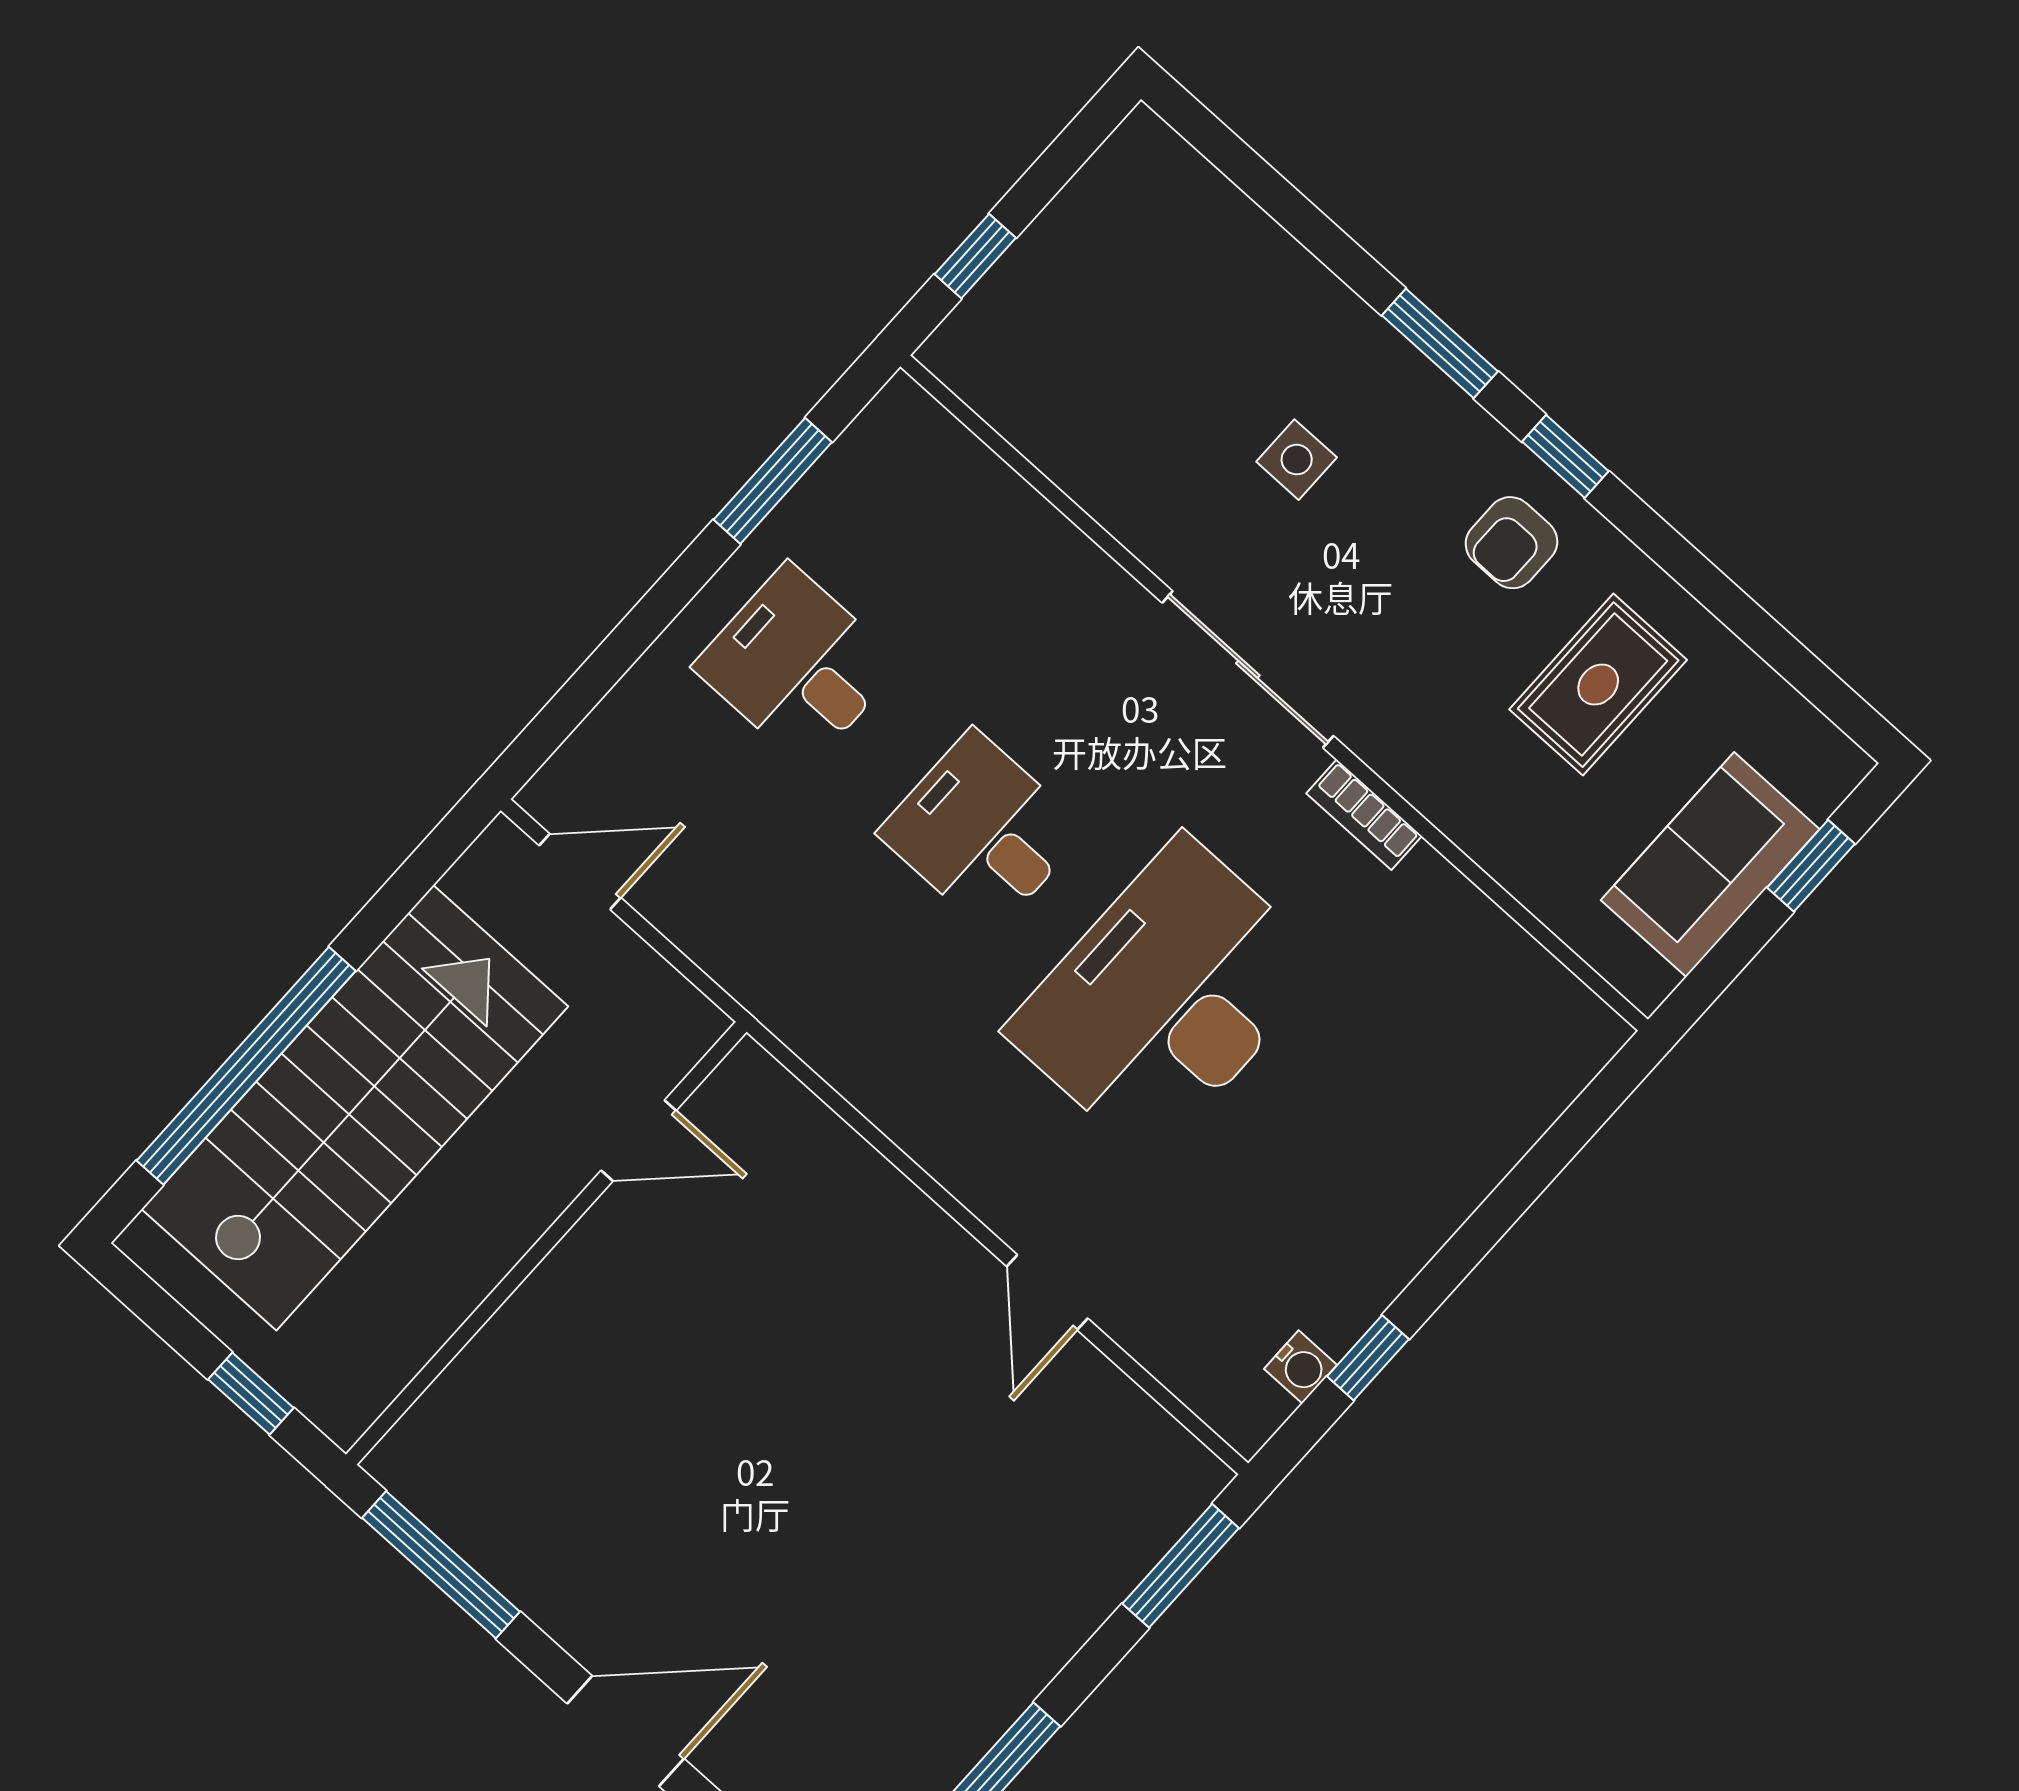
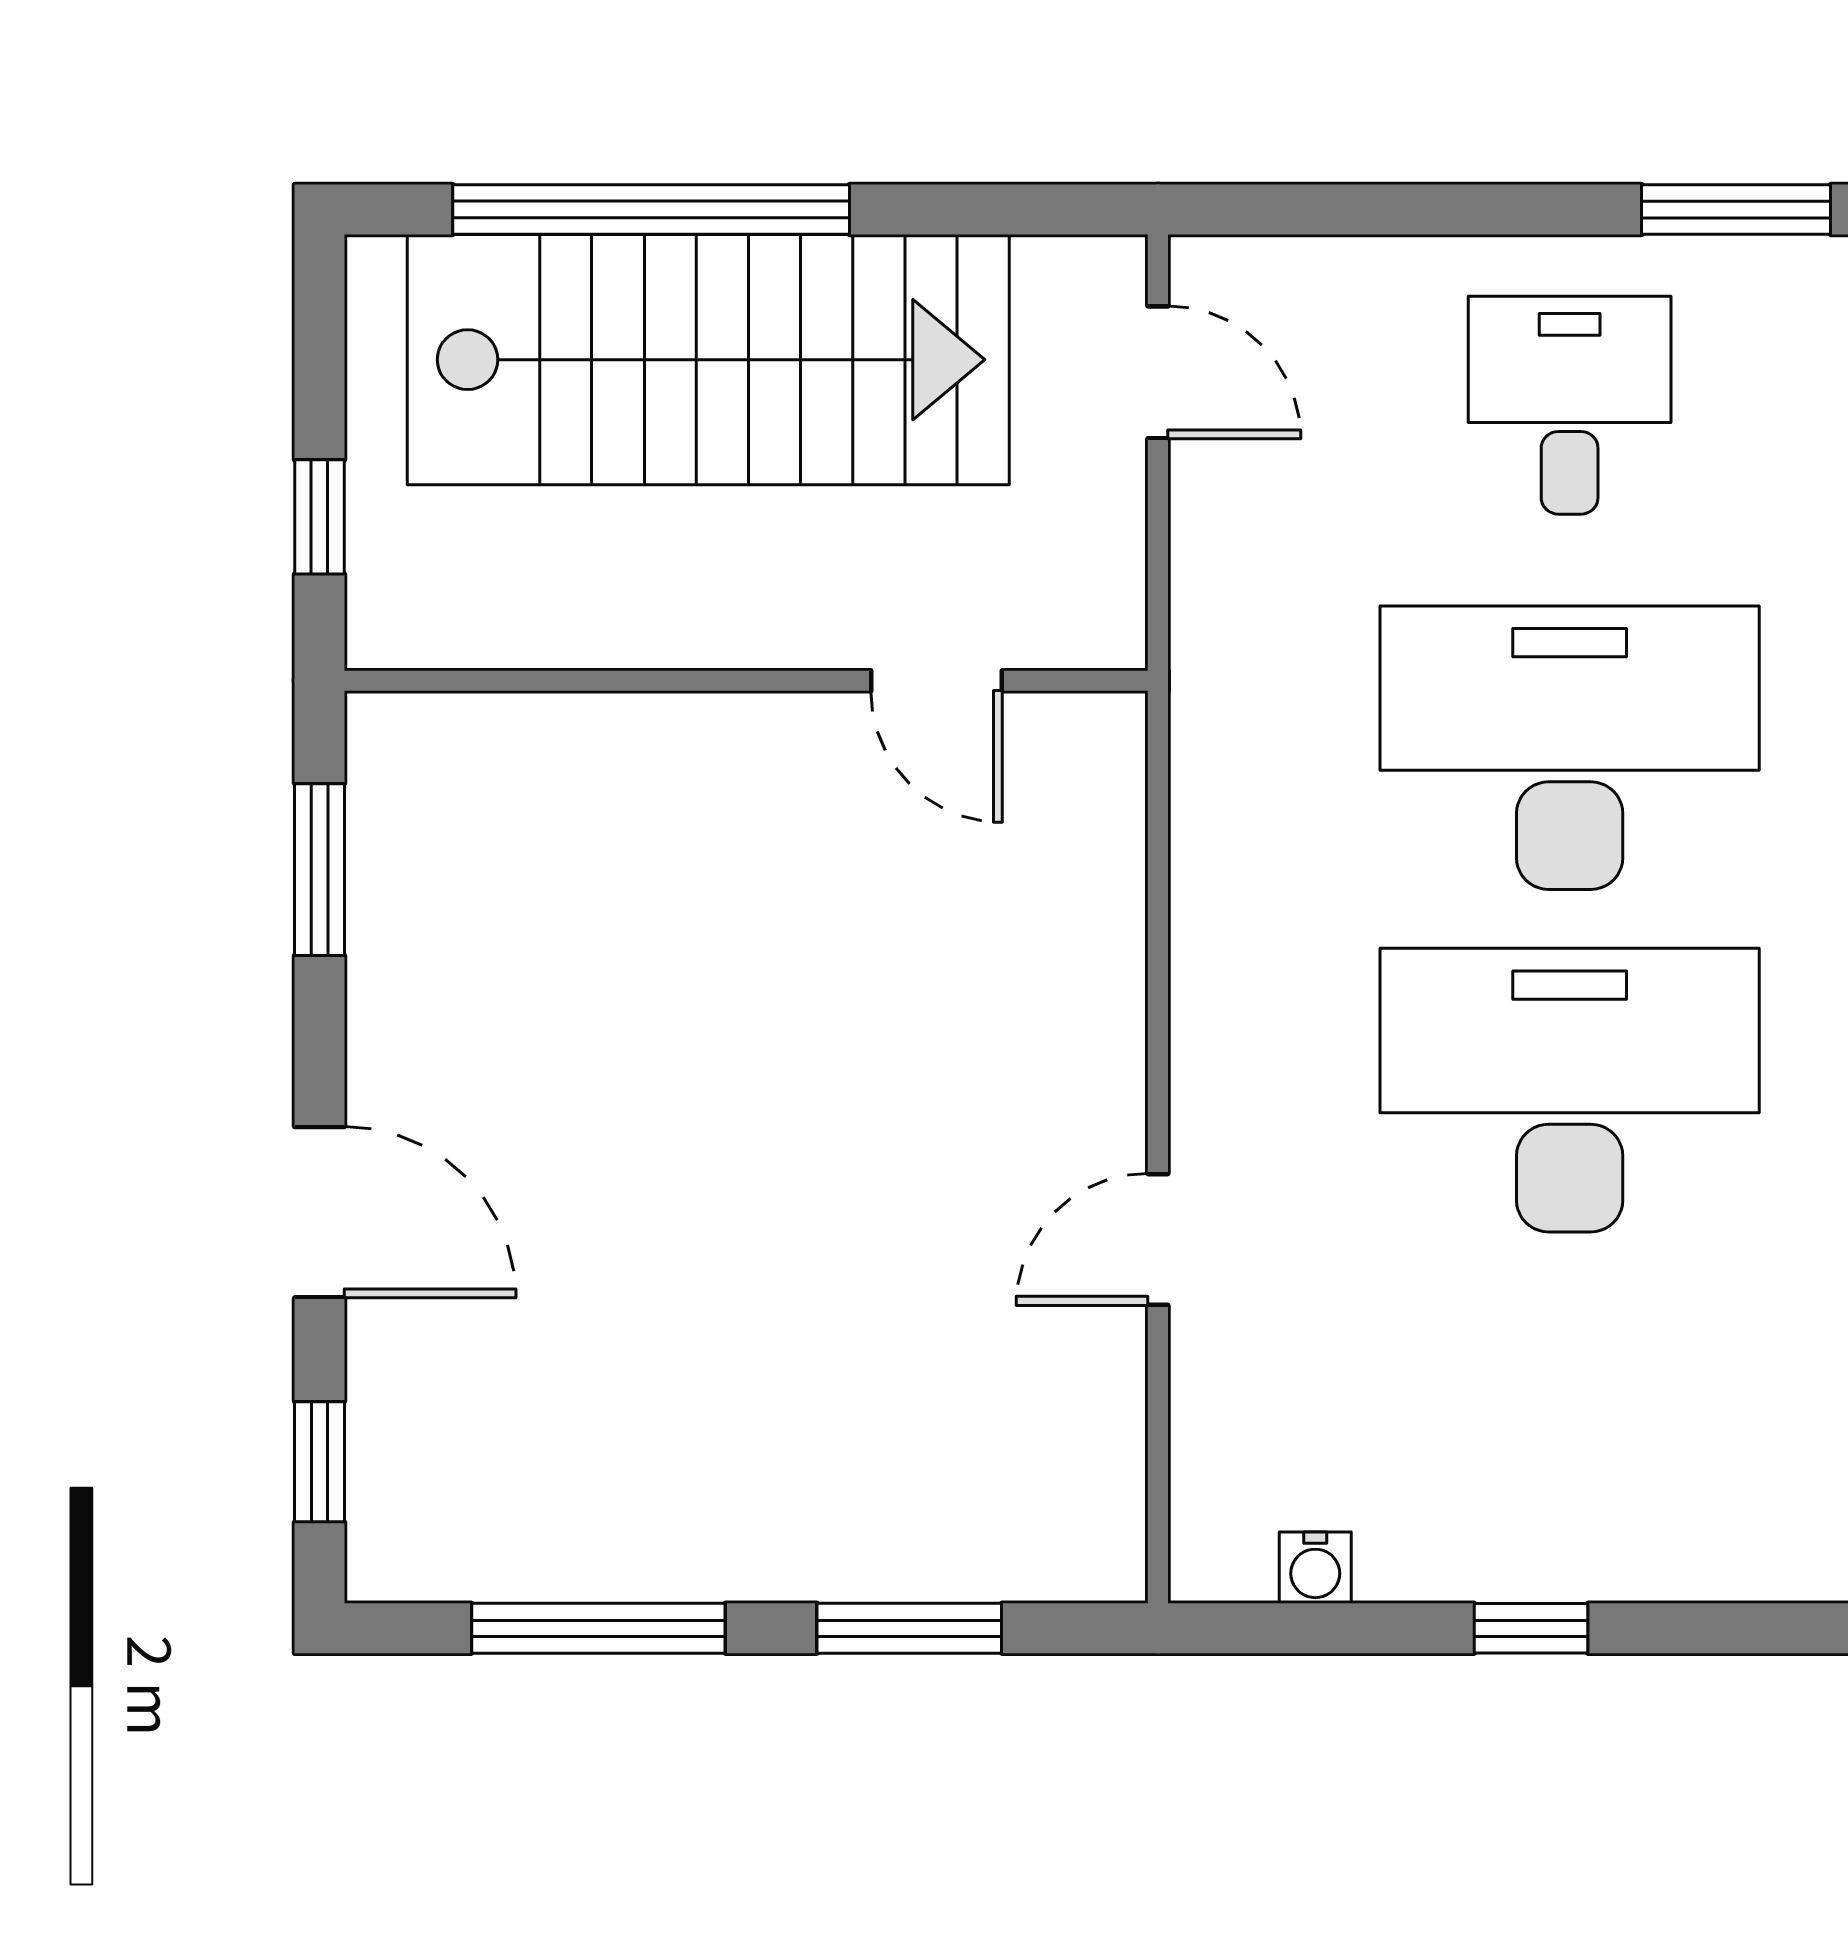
desk: (982, 832) -> (1570, 748), width x1.87, depth x1.30
window: (1368, 1358) -> (1531, 1628), moved
window: (441, 1565) -> (319, 870), width x0.69
window: (1181, 1566) -> (909, 1628), moved

